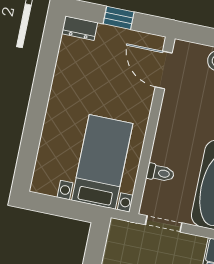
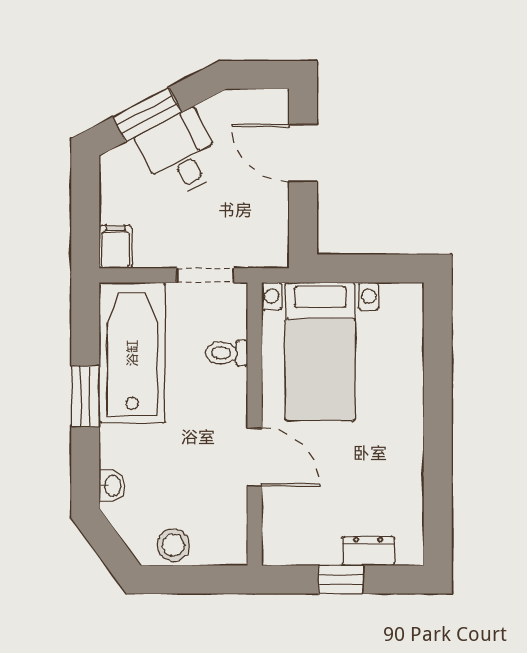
dresser: (80, 28) -> (368, 551), moved
door: (164, 70) -> (255, 457), moved

